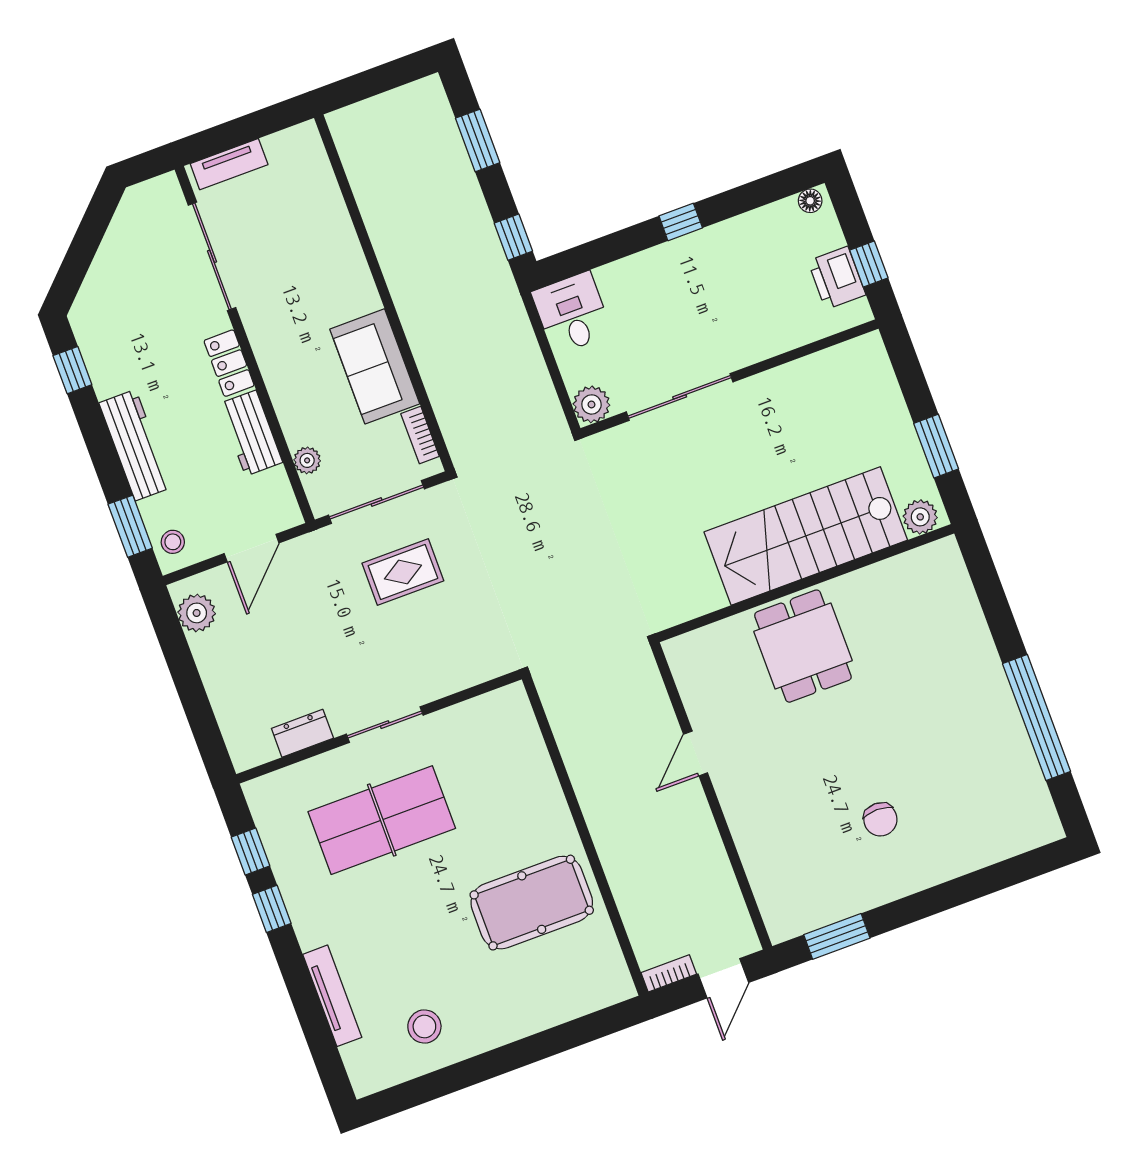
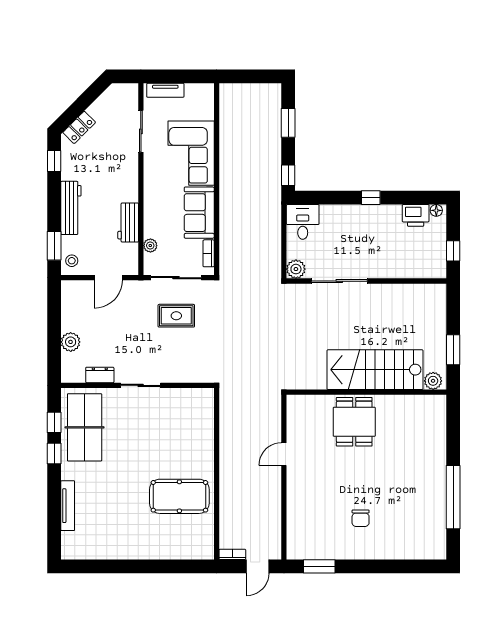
sliding door: (212, 256) -> (141, 131), width x0.73
corner sofa: (319, 263) -> (191, 153), added
printer: (837, 278) -> (416, 215), moved, turned -90
locker: (229, 363) -> (79, 127), moved, turned -135
plant: (197, 613) -> (71, 342), moved
table tennis table: (382, 820) -> (85, 427), moved, turned 90
stool: (424, 1027) -> (106, 537), removed

